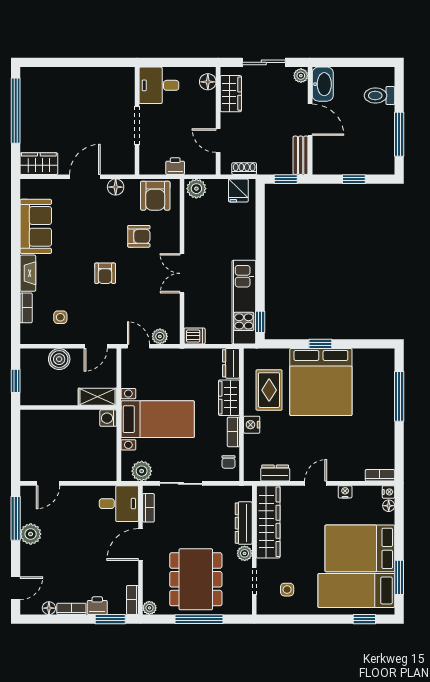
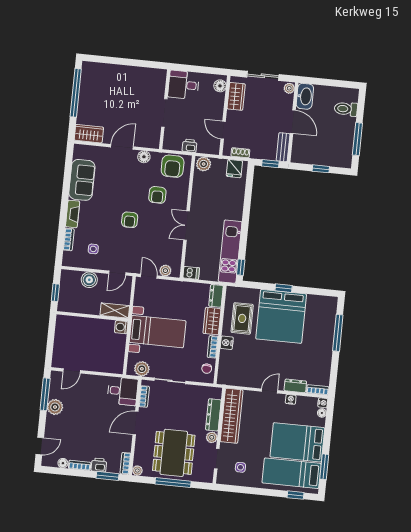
armchair: (139, 236) -> (157, 195), turned 90
dresser: (275, 473) -> (295, 386), moved

